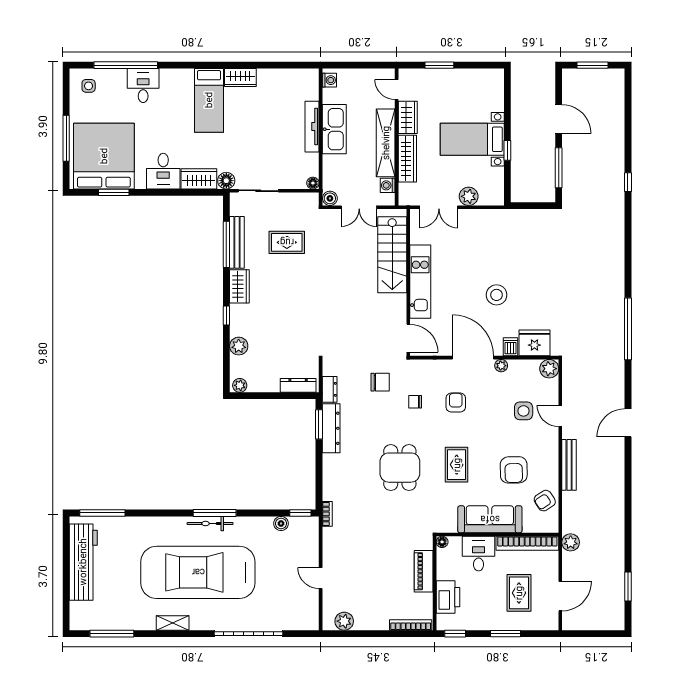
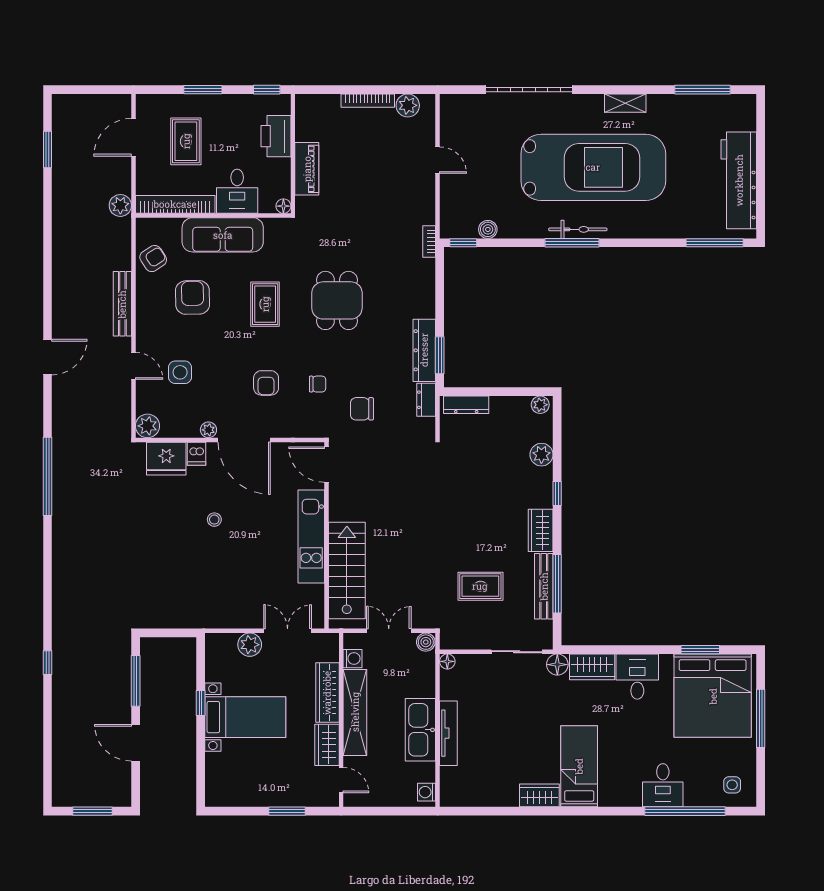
stool: (497, 295) -> (214, 520), width x0.53, depth x0.53
bookcase: (411, 625) -> (368, 101), moved

